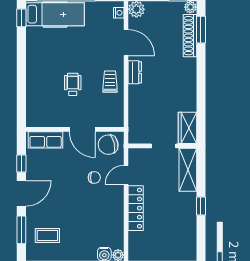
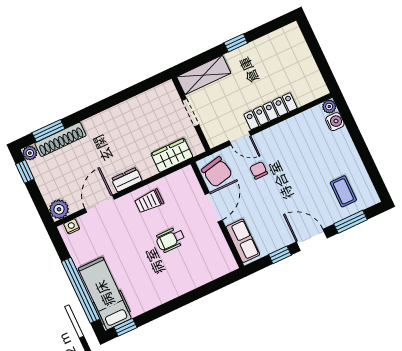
wardrobe: (187, 128) -> (172, 155), moved, turned 180

